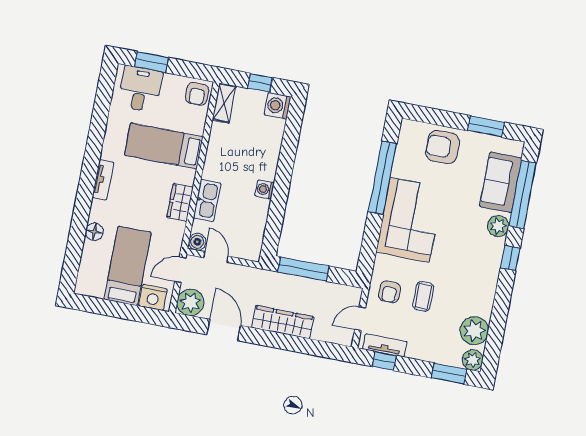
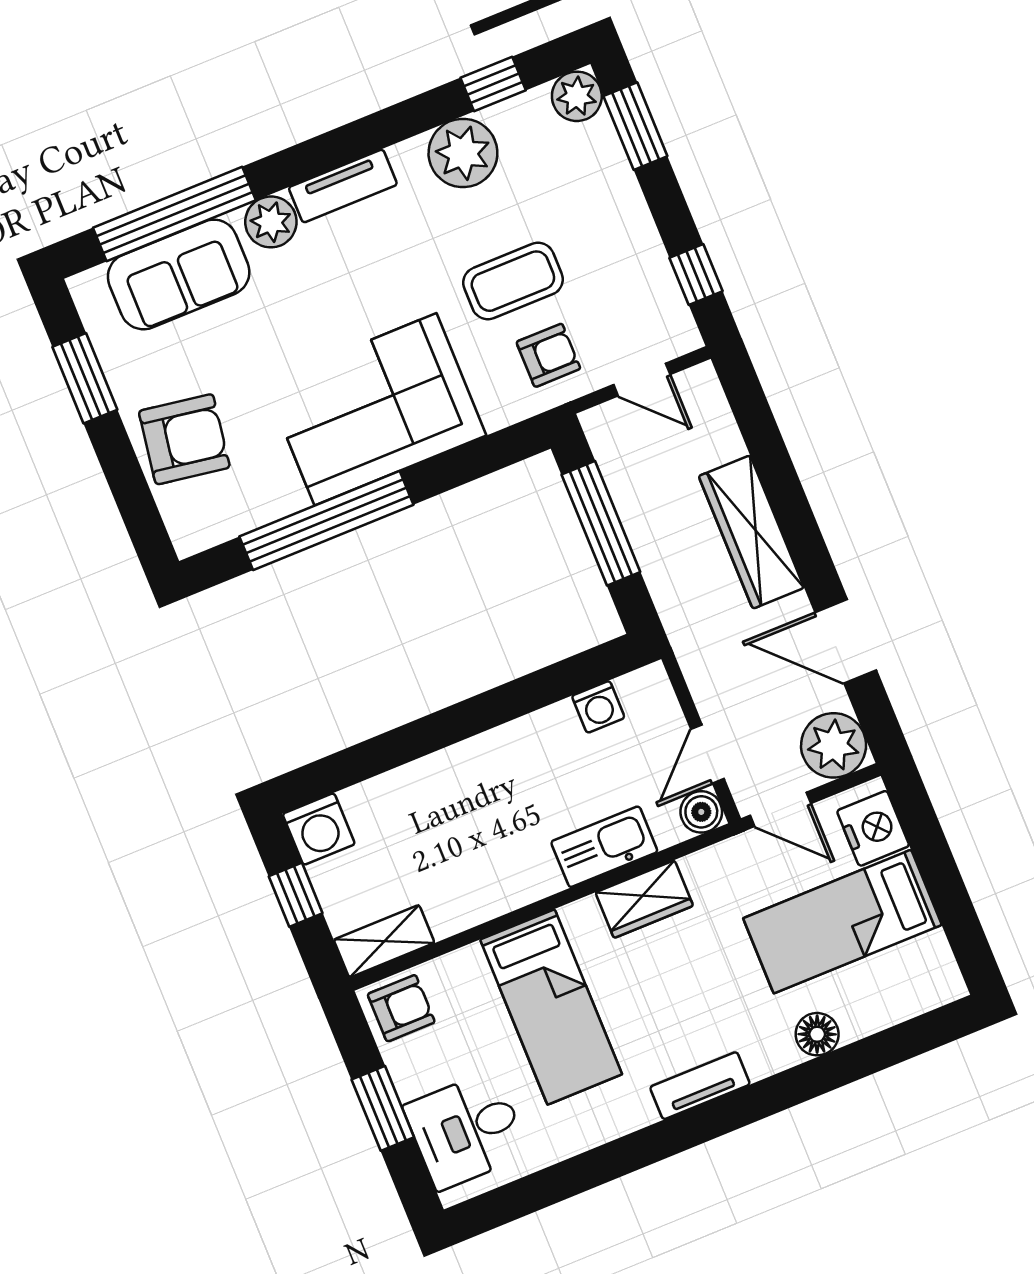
window: (151, 62) -> (383, 1108), moved
armchair: (443, 147) -> (184, 439), turned -81
washing machine: (265, 189) -> (598, 707), moved
window: (510, 258) -> (493, 84), moved
window: (303, 269) -> (601, 523), moved
coffee table: (423, 296) -> (513, 281), width x1.36, depth x1.30
door: (224, 330) -> (846, 641), hinge flipped
plant: (474, 331) -> (463, 153), moved
tv unit: (385, 345) -> (343, 186), moved, turned -90

